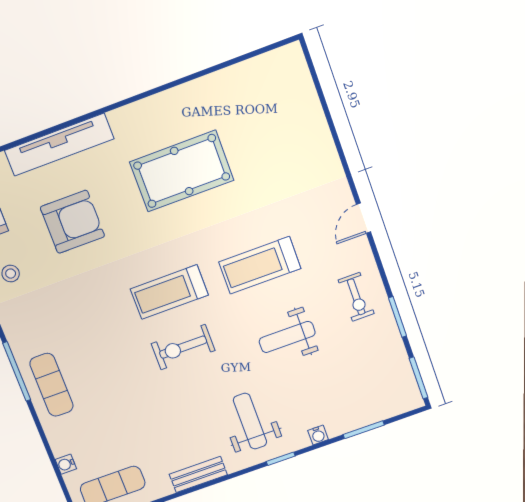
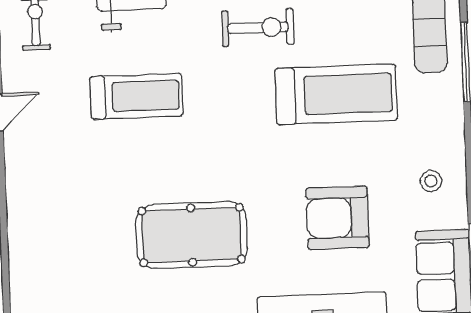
treadmill: (169, 292) -> (336, 94), moved, width x1.37, depth x1.38

